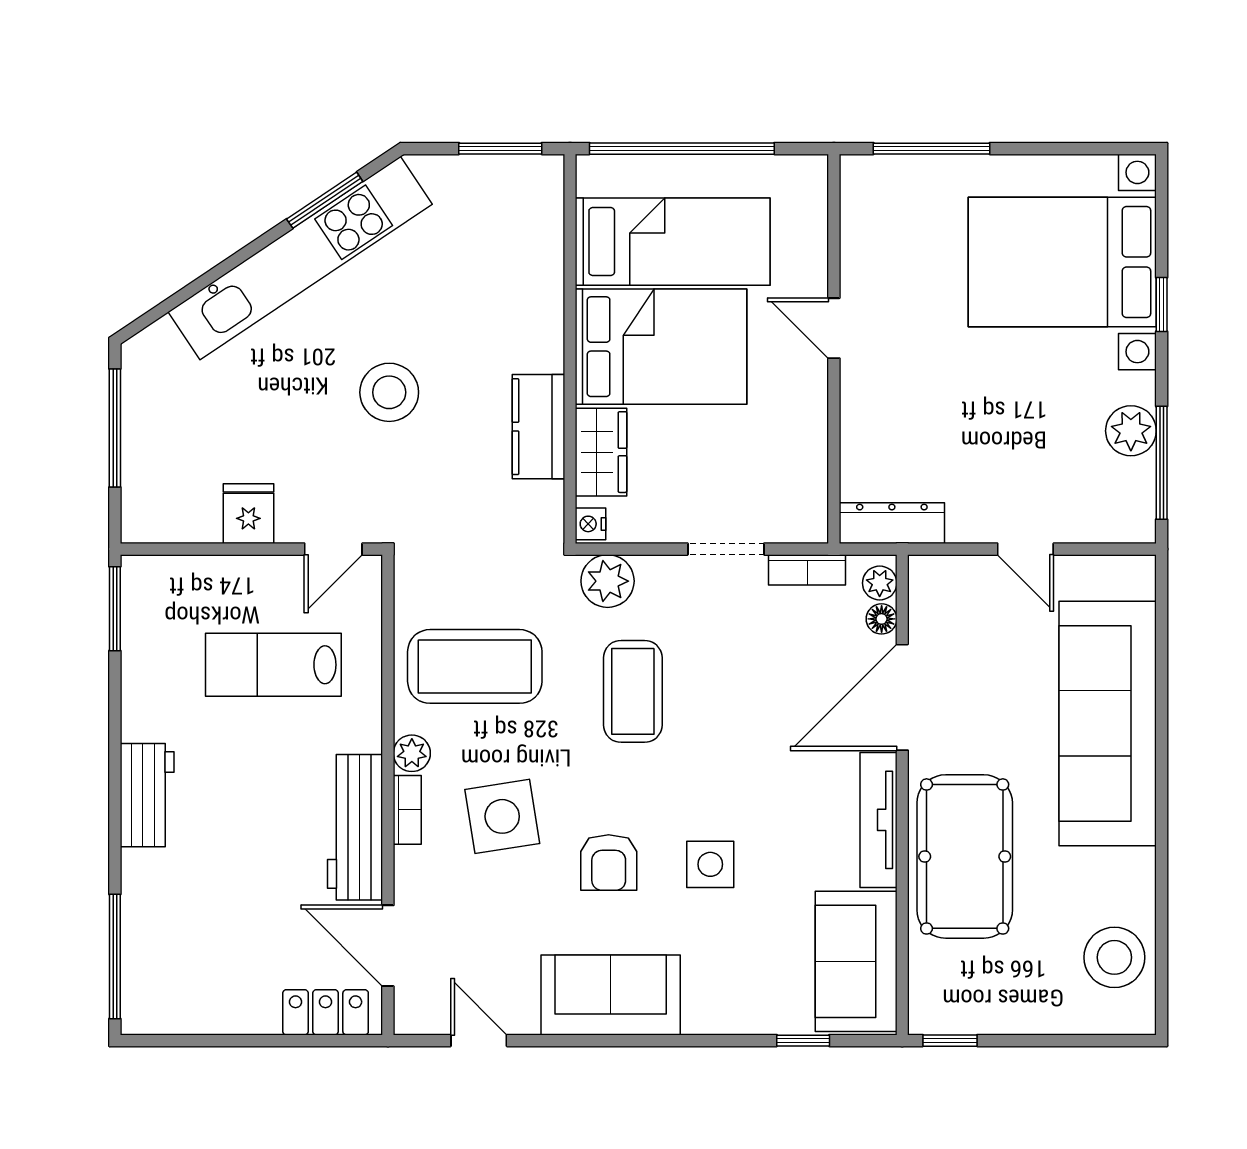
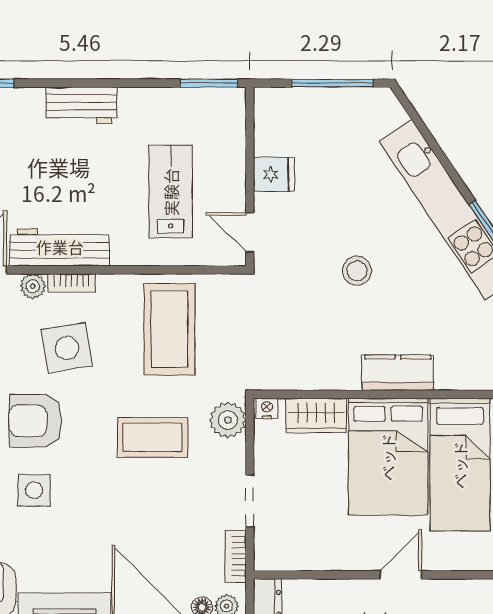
stool: (389, 392) -> (357, 271), width x0.73, depth x0.73
kitchen counter: (538, 427) -> (398, 373), moved
plant: (412, 753) -> (33, 286), moved
armchair: (609, 862) -> (35, 421), width x1.38, depth x1.38

